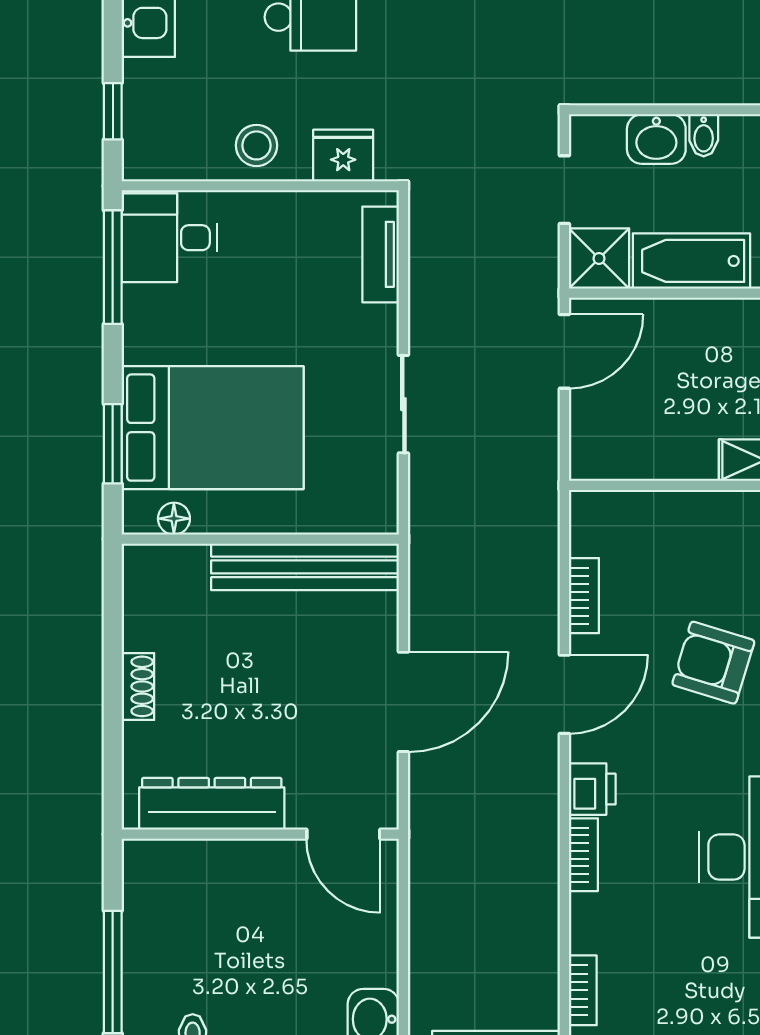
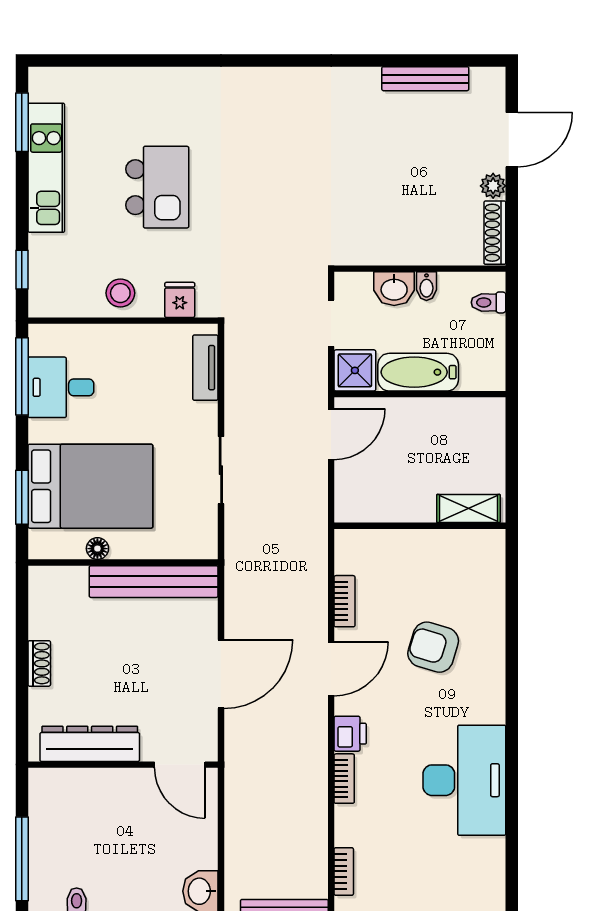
fridge: (343, 155) -> (180, 300), width x0.72
desk: (170, 238) -> (61, 387), moved
floor lamp: (174, 519) -> (97, 549), moved

